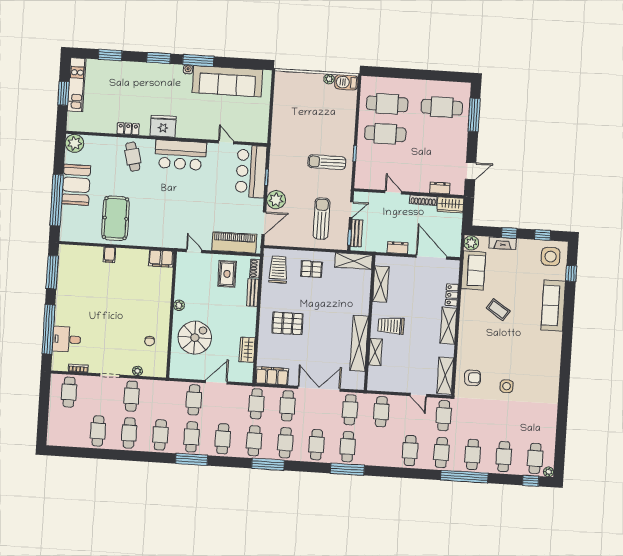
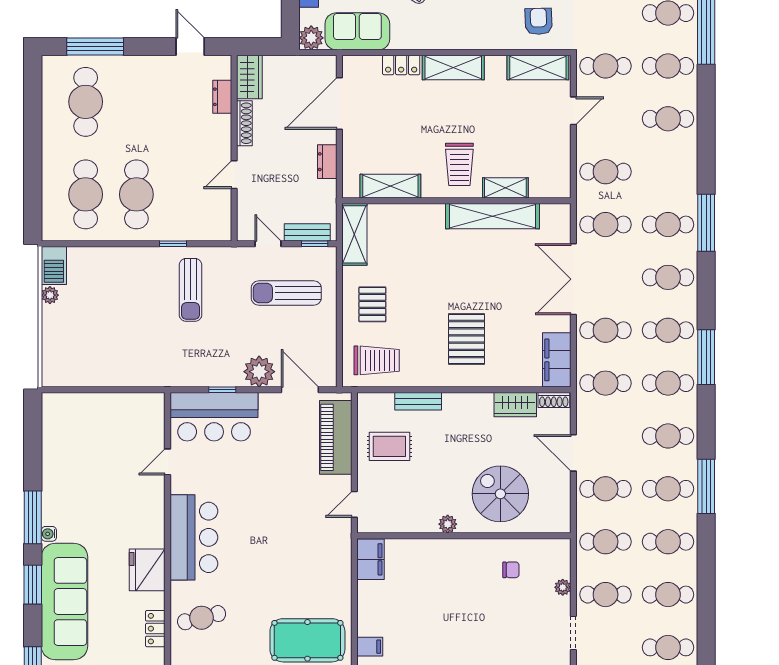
sofa: (227, 81) -> (64, 601), moved
shoe rack: (255, 269) -> (554, 400), moved
trolley: (278, 269) -> (377, 360), turned 180
cafe table: (163, 398) -> (606, 542), added

